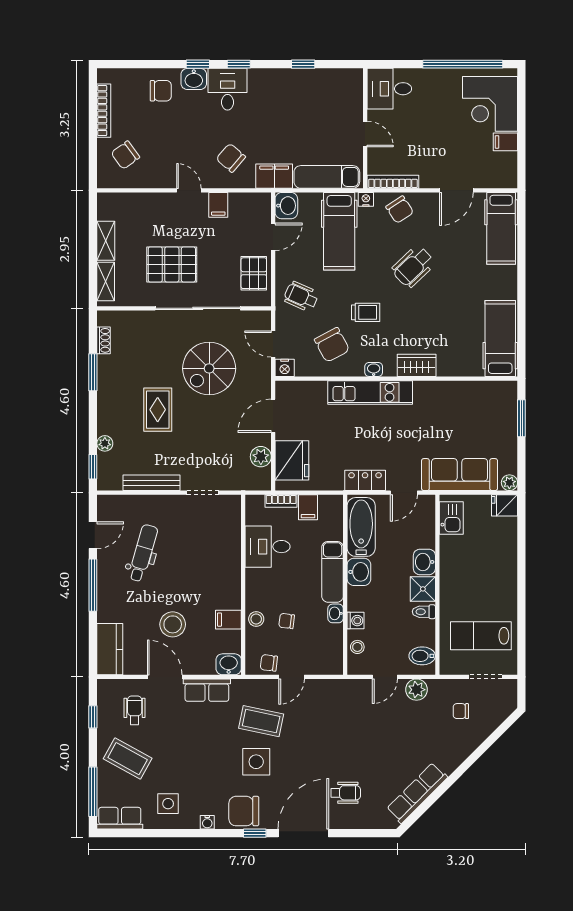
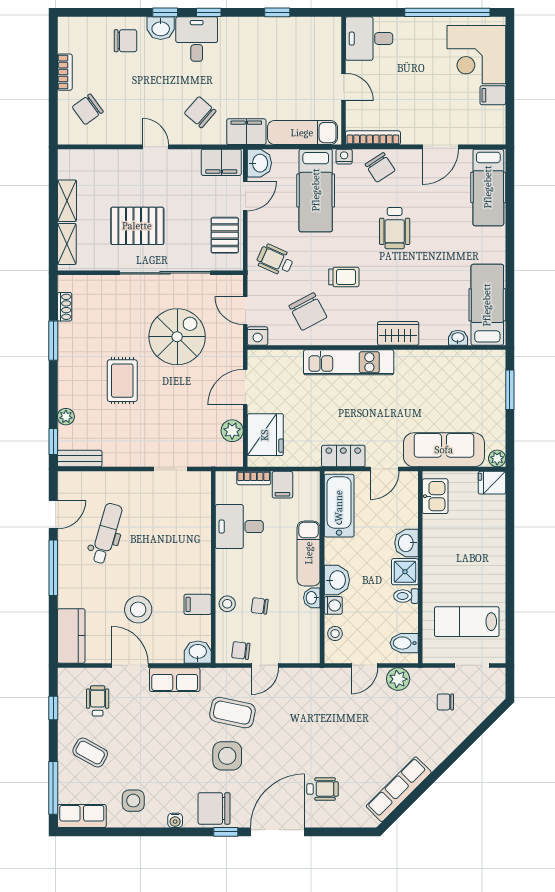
bookcase: (104, 111) -> (65, 72), width x0.64
filing cabinet: (218, 205) -> (221, 162), moved, width x2.00
wheelchair: (413, 267) -> (395, 228), turned -46
spiral stairs: (209, 368) -> (177, 337), turned 180
washbasin: (374, 369) -> (458, 338), moved
bench: (151, 483) -> (80, 459), moved, width x0.73
washbasin: (359, 572) -> (337, 580), moved
coffee table: (128, 759) -> (90, 753), width x0.73, depth x0.77

